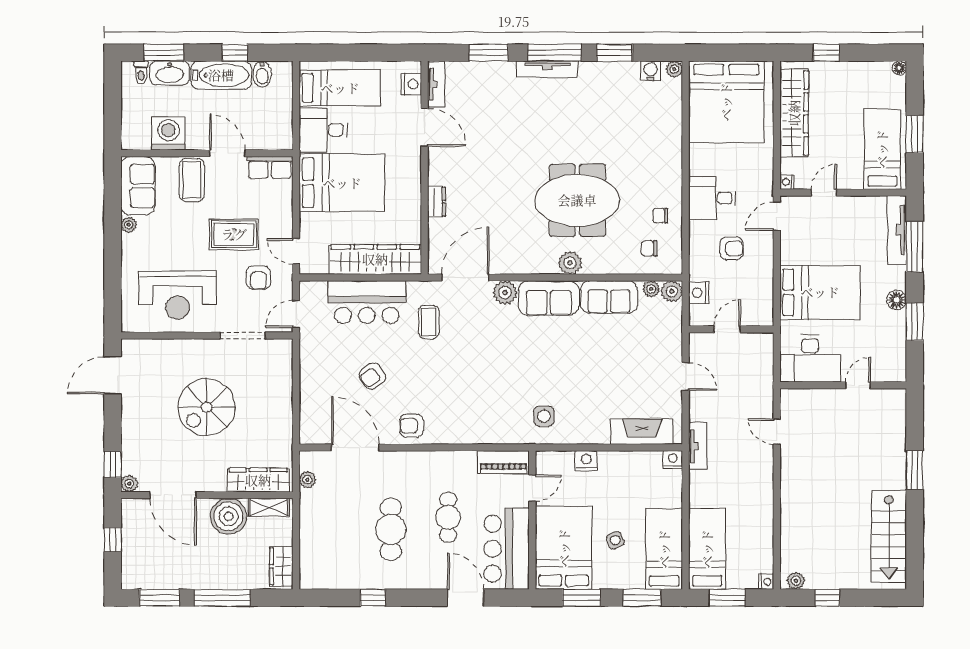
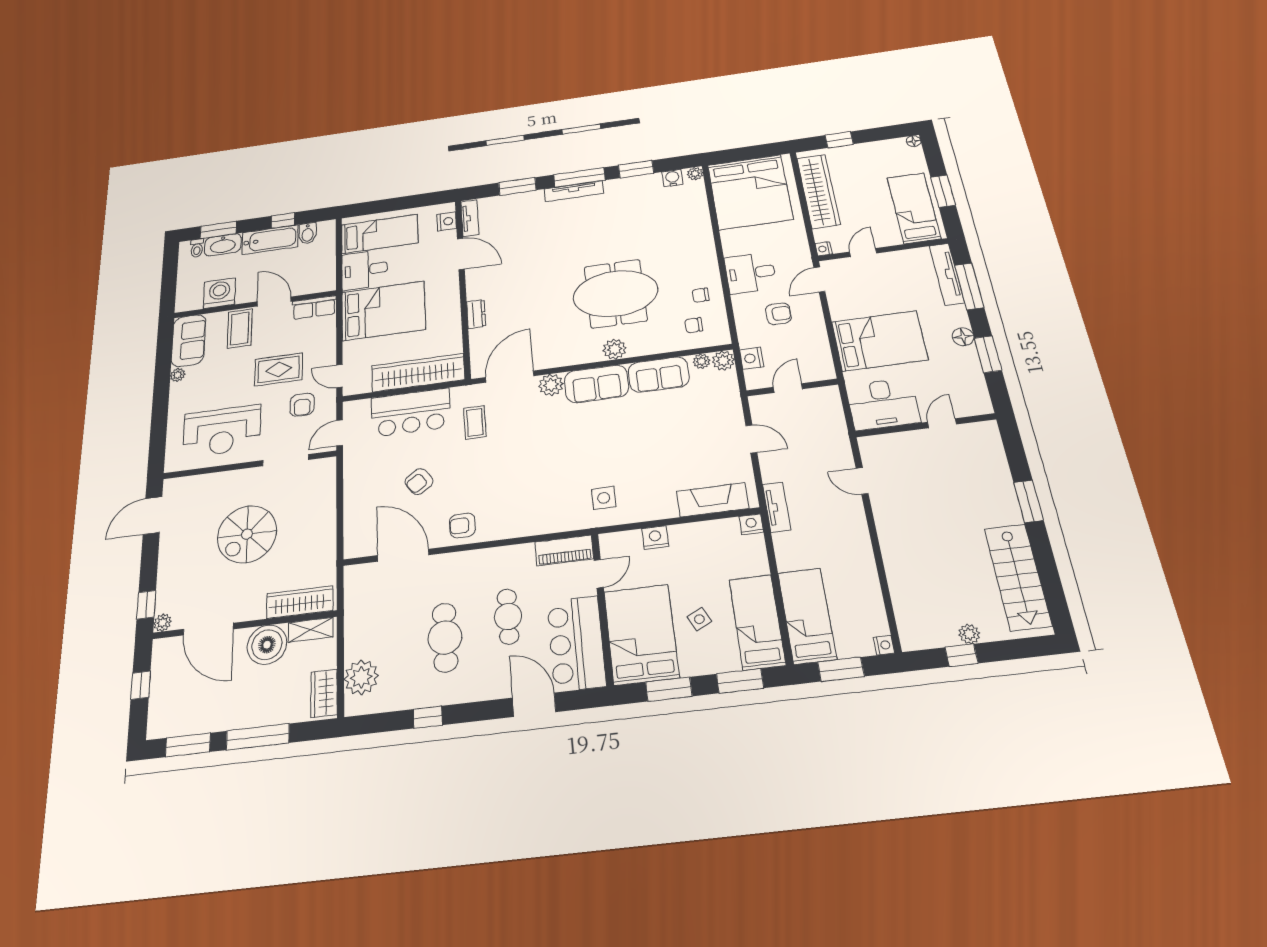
plant: (307, 480) -> (361, 677), moved, width x1.87, depth x1.87
plant: (796, 581) -> (969, 634), moved

